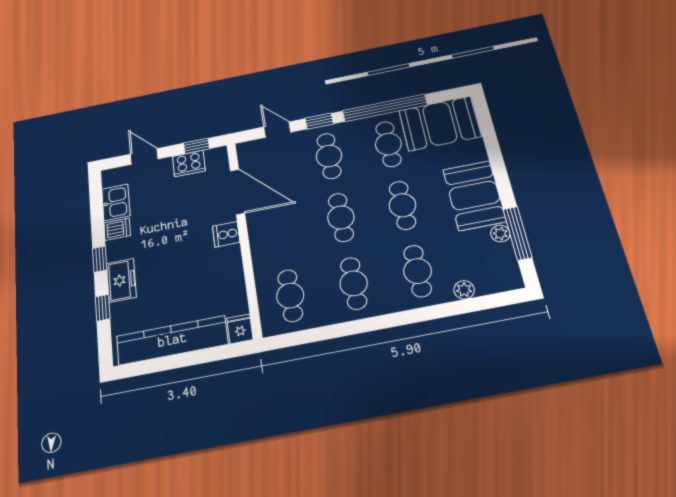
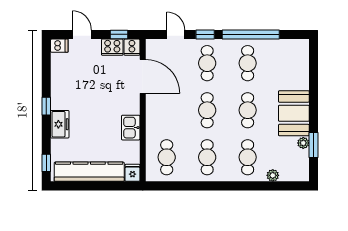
booth: (440, 123) -> (284, 55), removed
kitchen sink: (116, 202) -> (131, 128), moved, turned 180
dishwasher: (117, 229) -> (59, 46), moved
window: (517, 233) -> (314, 145), width x0.69
cooker: (226, 234) -> (132, 47), moved, turned -90
window: (103, 308) -> (46, 163), moved

